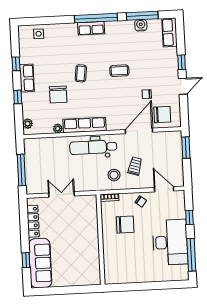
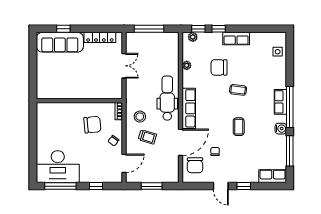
water cooler: (141, 25) -> (281, 129), moved
window: (16, 64) -> (198, 29), moved
row of seats: (85, 125) -> (189, 108), moved
door: (139, 131) -> (181, 142), hinge flipped
window: (186, 148) -> (152, 186), moved
chair: (125, 225) -> (92, 125), turned -95
desk: (170, 242) -> (58, 167), moved

